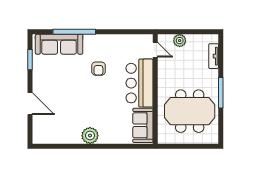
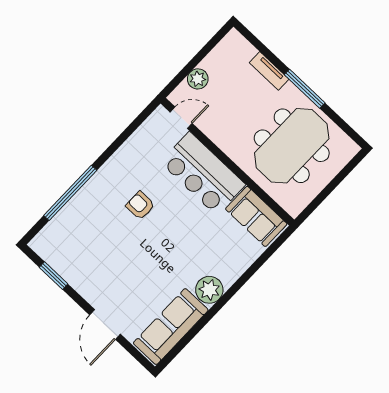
sofa: (59, 44) -> (171, 327), moved, turned 180
tv unit: (214, 56) -> (269, 71), moved
armchair: (98, 69) -> (140, 205), turned 180
door: (30, 104) -> (105, 324), swing flipped

